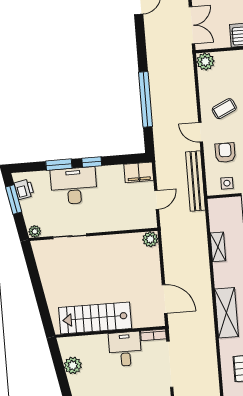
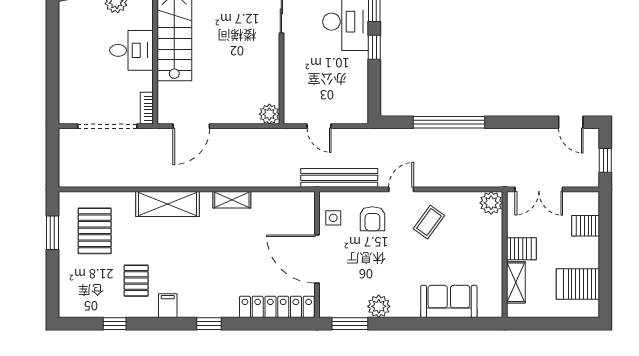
coffee table: (224, 109) -> (429, 222), turned 61
armchair: (225, 153) -> (372, 219), turned 90
filing cabinet: (139, 172) -> (356, 106), removed
shelving: (218, 247) -> (232, 200), moved
desk: (125, 349) -> (131, 50), moved

